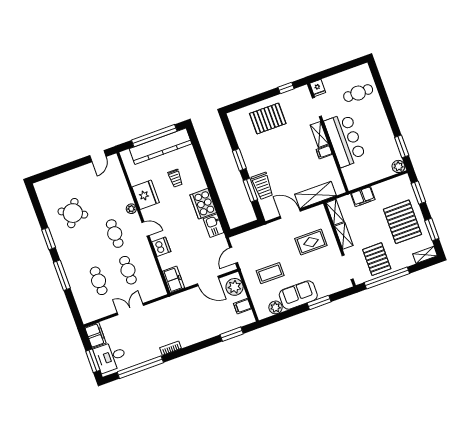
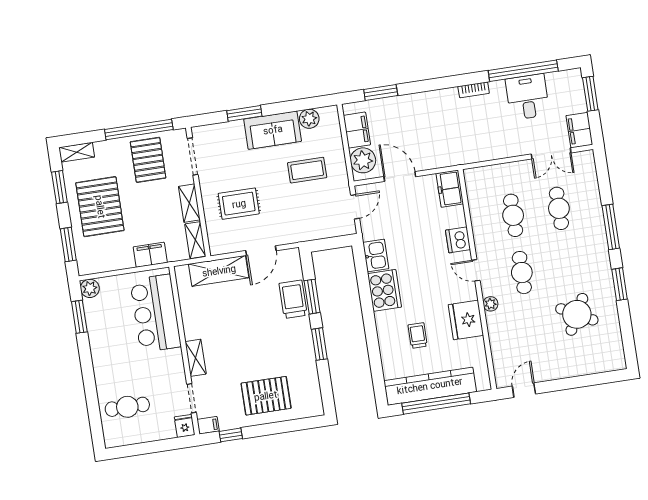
bar counter: (345, 140) -> (156, 313), moved
filing cabinet: (324, 152) -> (208, 425), moved
door: (290, 214) -> (261, 251), hinge flipped
filing cabinet: (243, 306) -> (357, 130), width x2.00
double door: (130, 309) -> (551, 153), moved
desk: (110, 357) -> (527, 97), moved, turned -90

